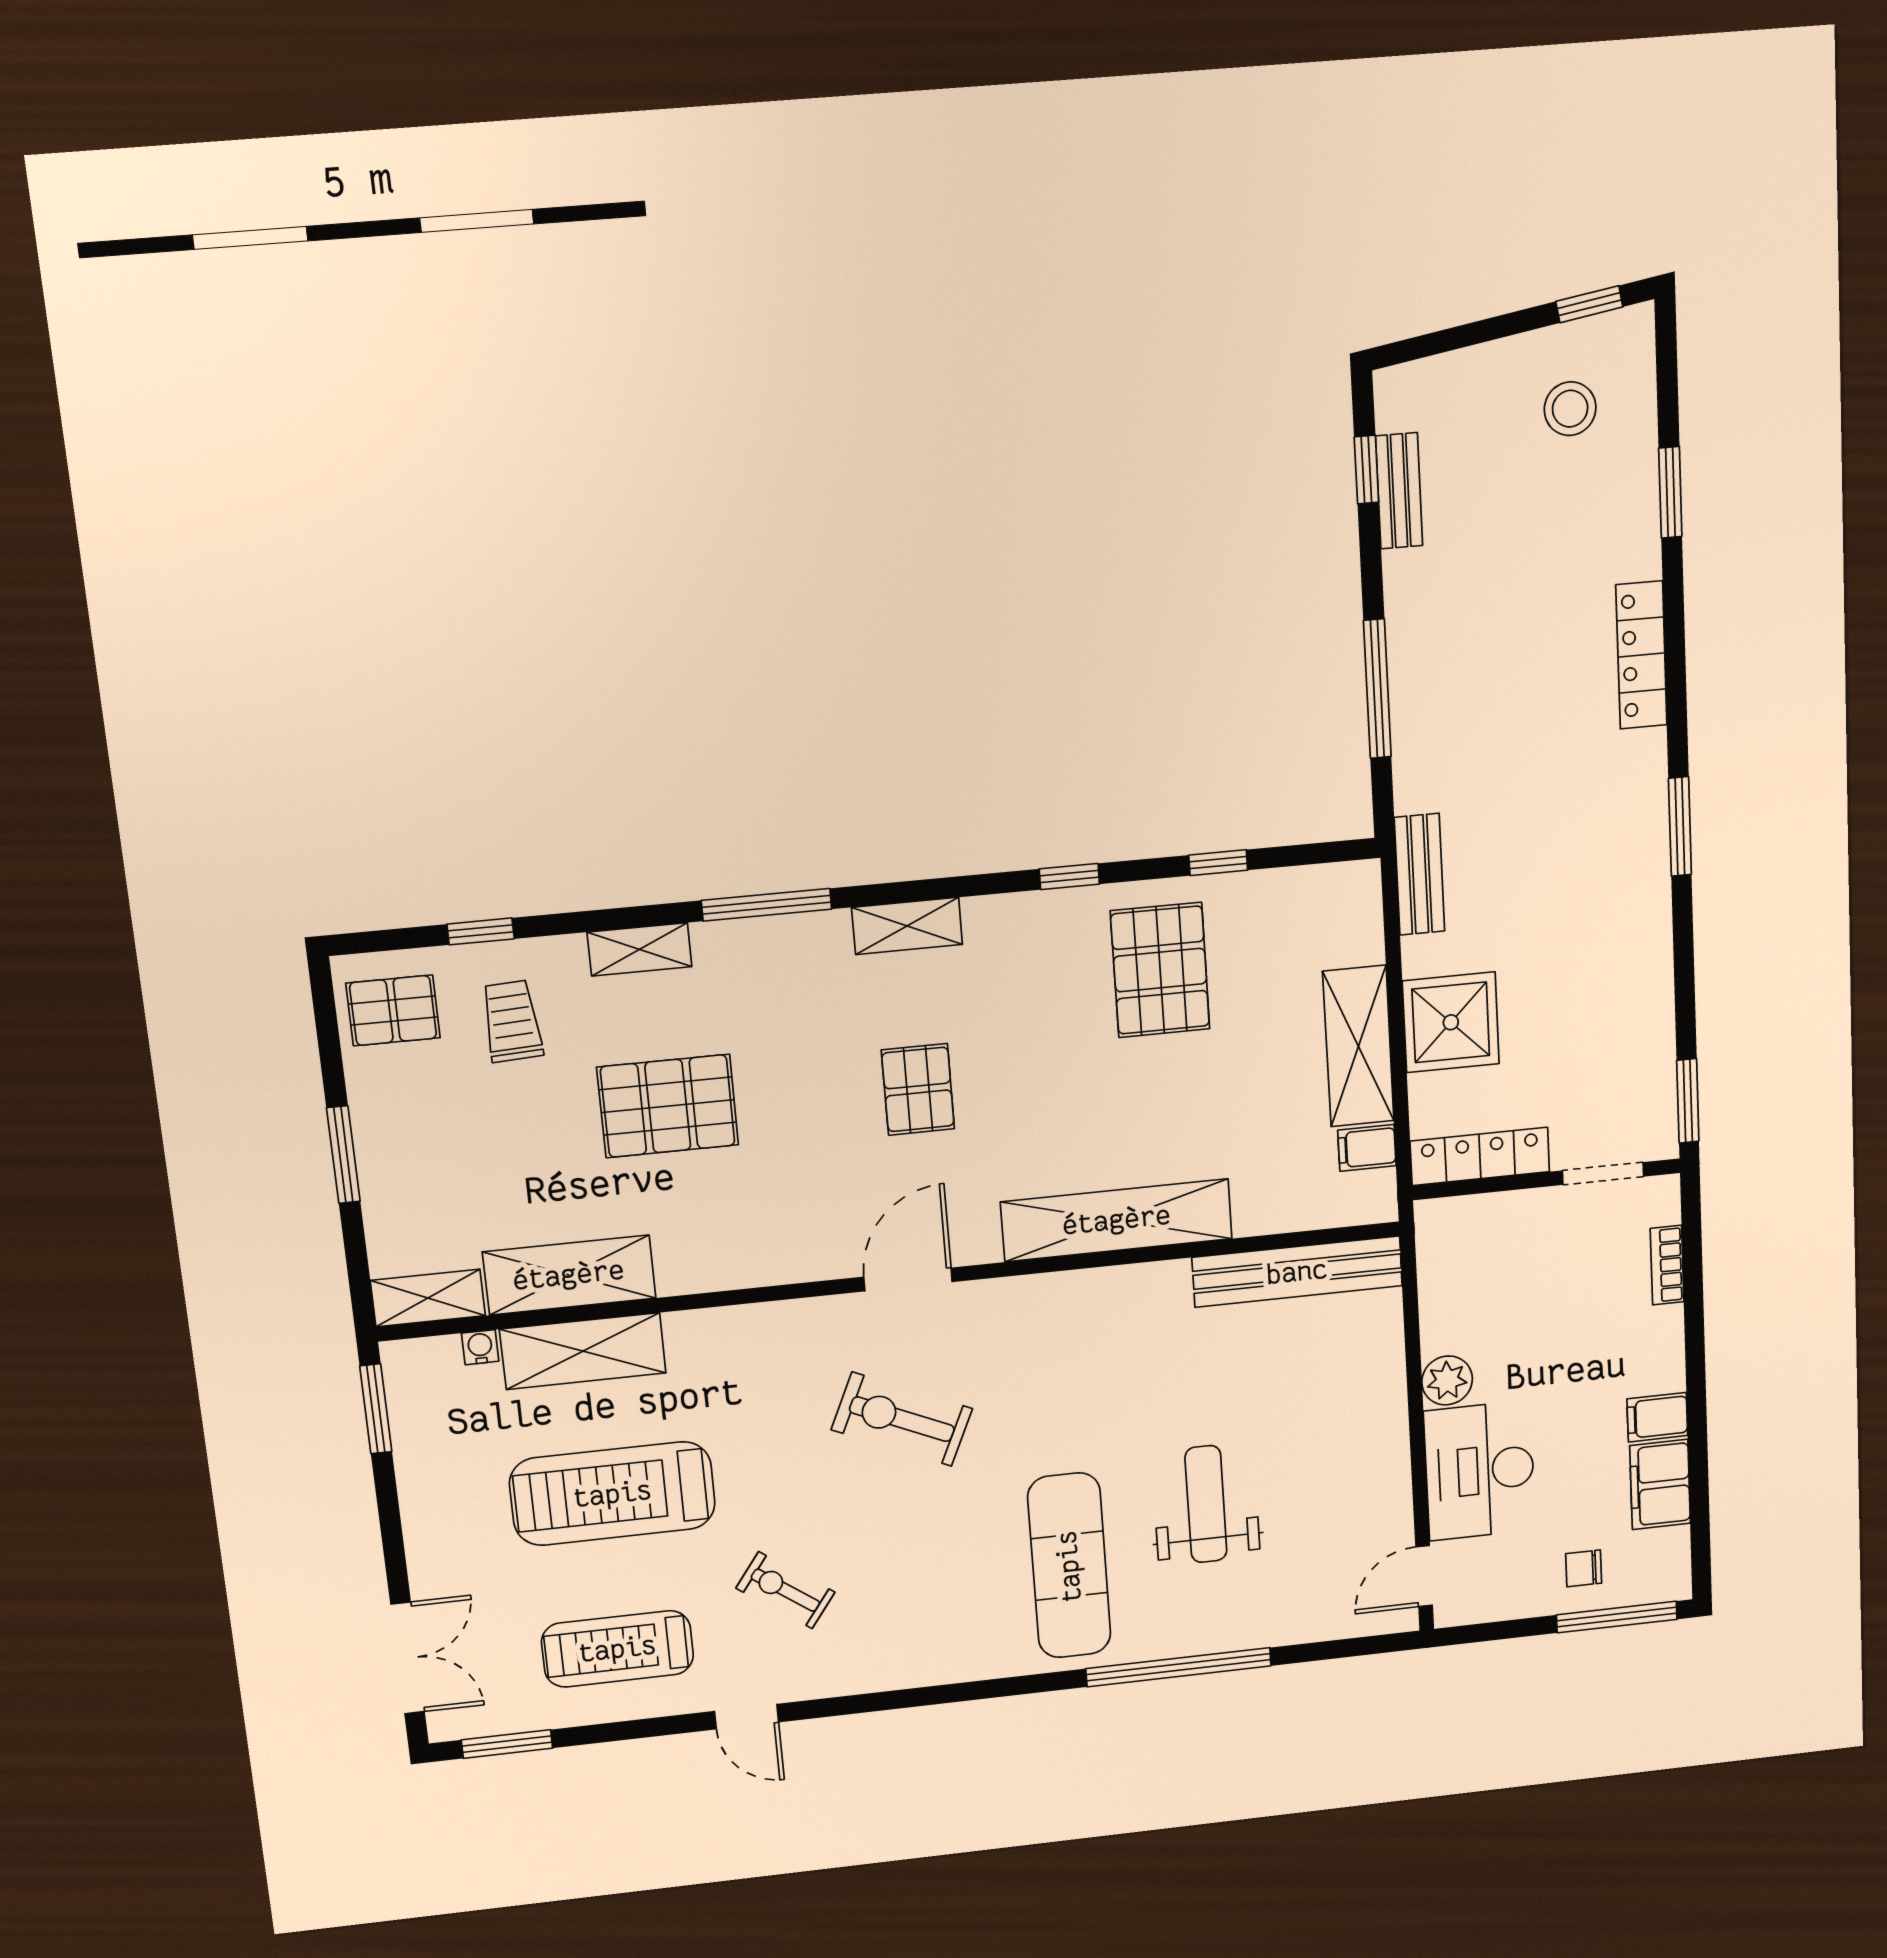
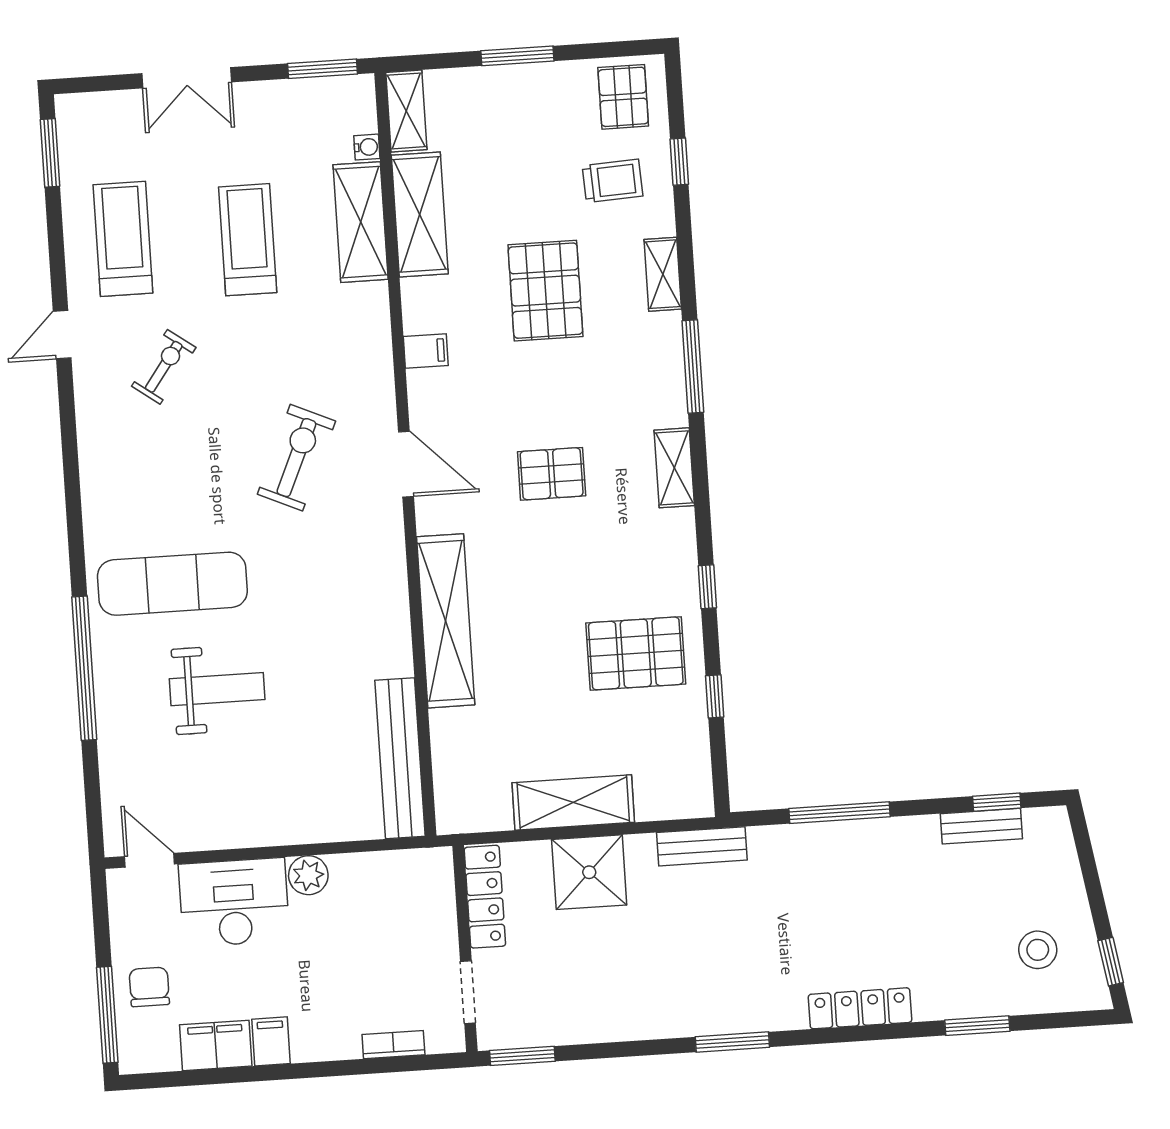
filing cabinet: (1367, 1148) -> (426, 351), moved, turned 90
treadmill: (613, 1494) -> (248, 240), width x0.73, depth x0.73
chair: (1584, 1568) -> (149, 987), width x1.37, depth x1.37
double door: (408, 1658) -> (187, 78), moved

